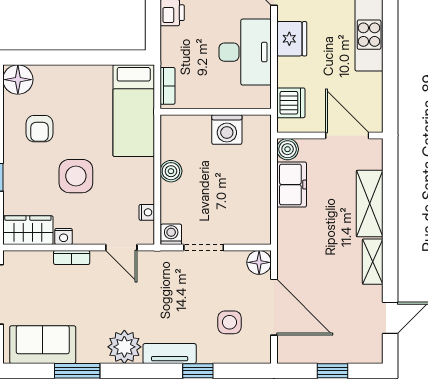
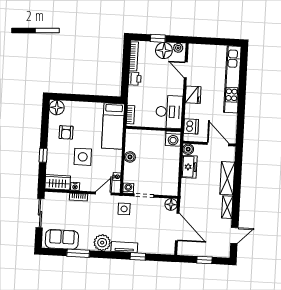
desk: (245, 52) -> (169, 112), moved
washing machine: (227, 130) -> (173, 139), moved
door: (121, 247) -> (103, 193), swing flipped
side table: (230, 322) -> (124, 209), moved

